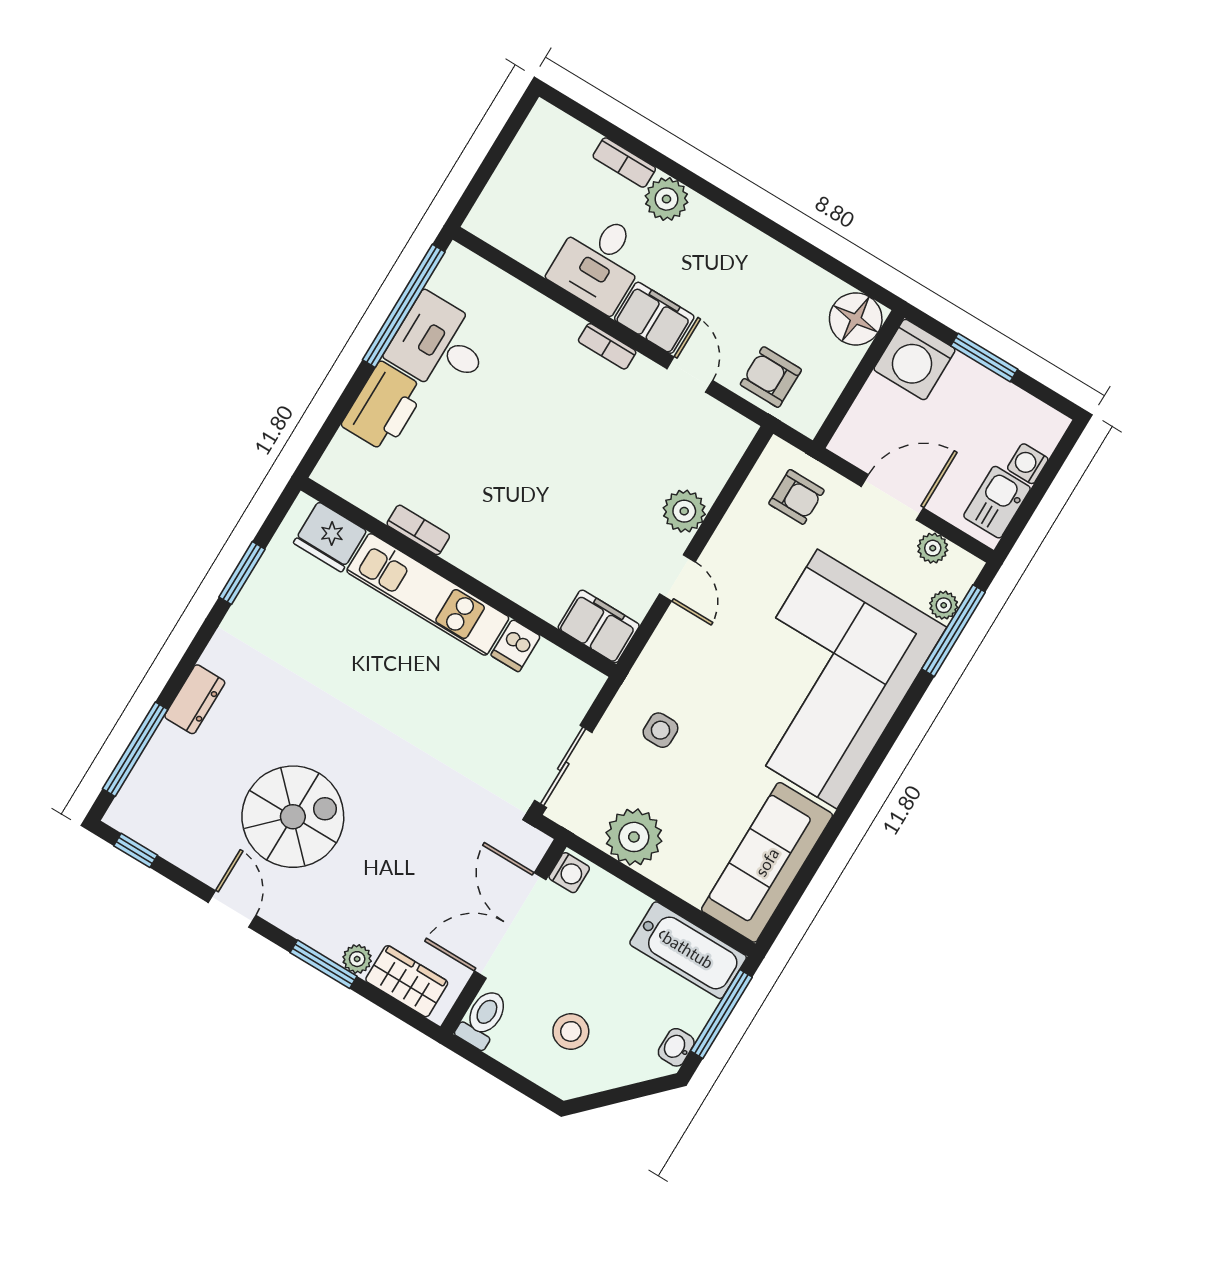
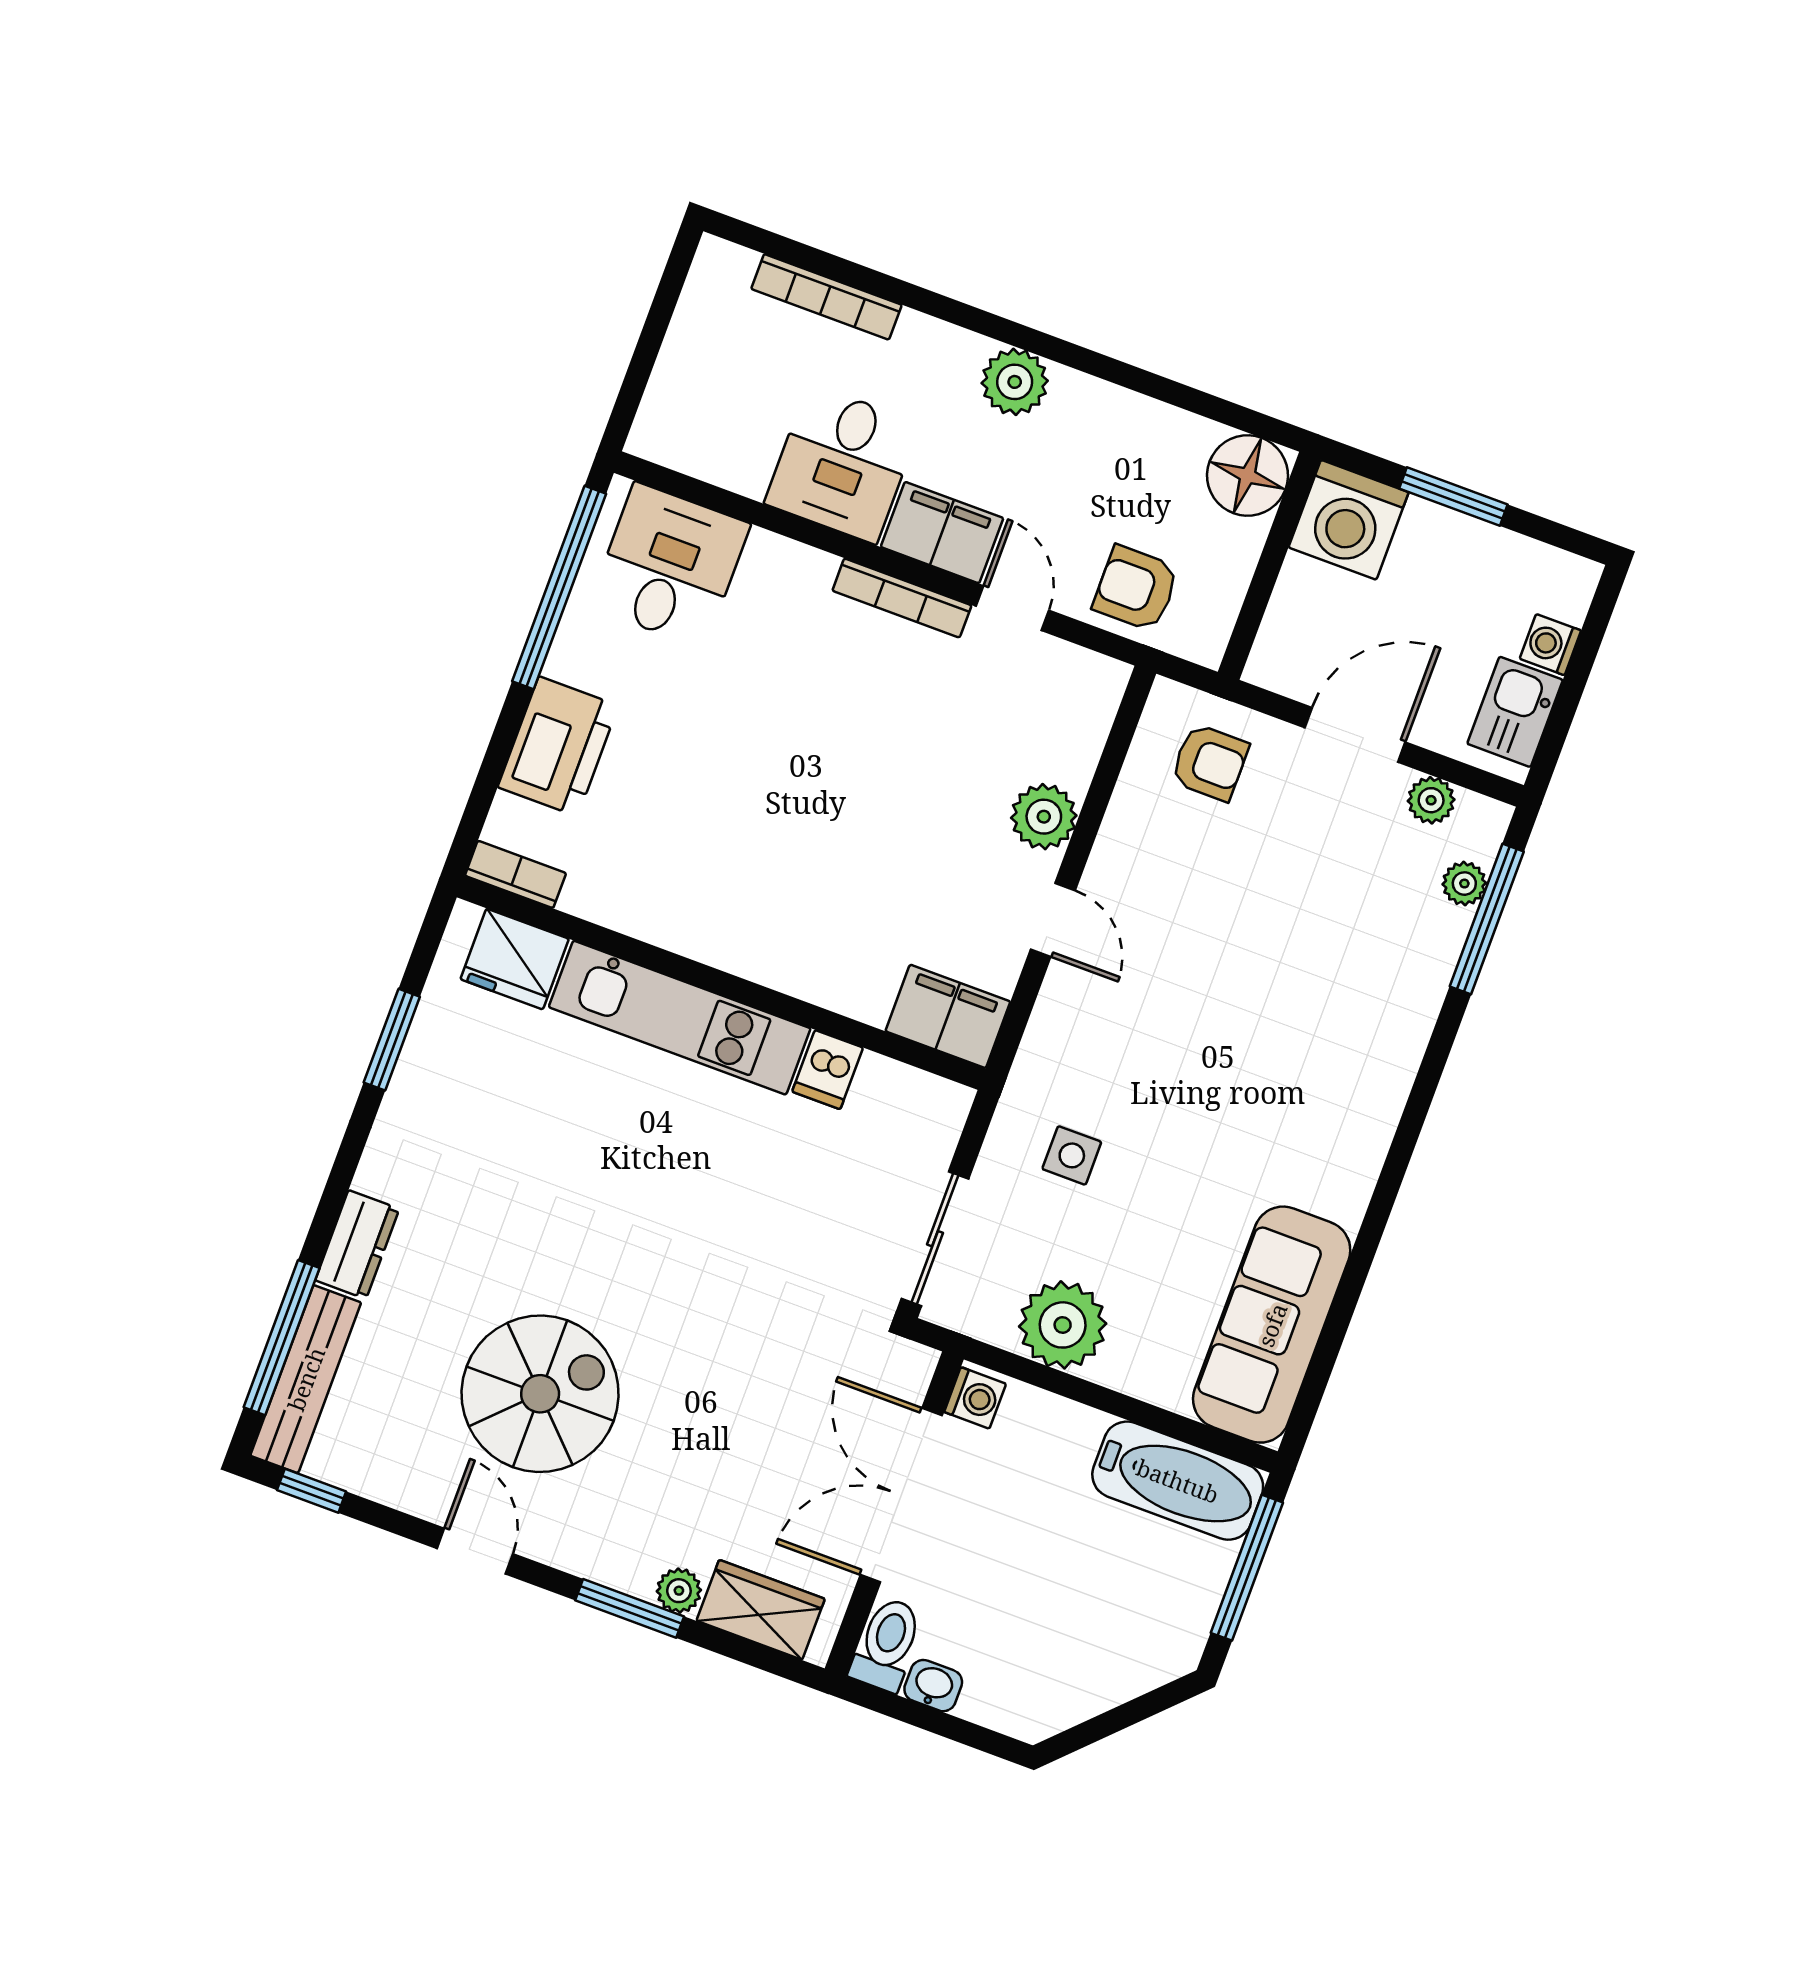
bookcase: (624, 162) -> (826, 297), width x1.56
plant: (666, 199) -> (1015, 382), moved
desk: (440, 345) -> (670, 565), moved, turned 90
bookcase: (607, 346) -> (902, 598), width x1.56
bookcase: (418, 530) -> (515, 874), moved
corner sofa: (827, 679) -> (1309, 1029), removed
bench: (145, 779) -> (306, 1379), added
stool: (571, 1031) -> (1024, 1638), removed
washbasin: (676, 1047) -> (933, 1686), moved, turned 90

